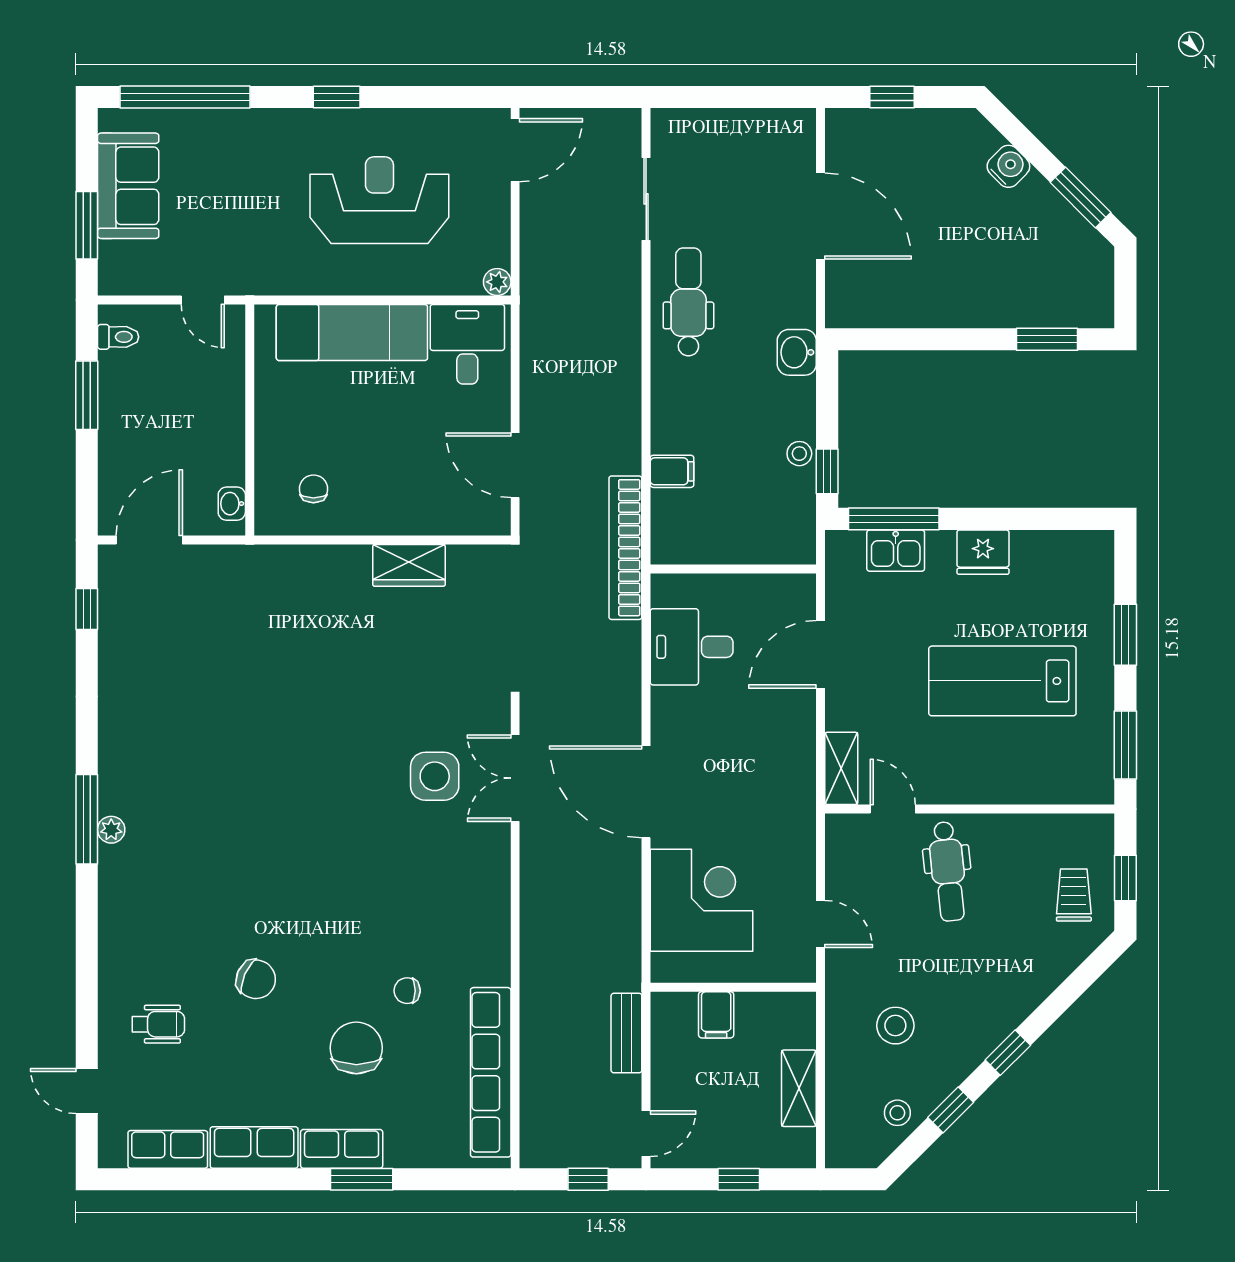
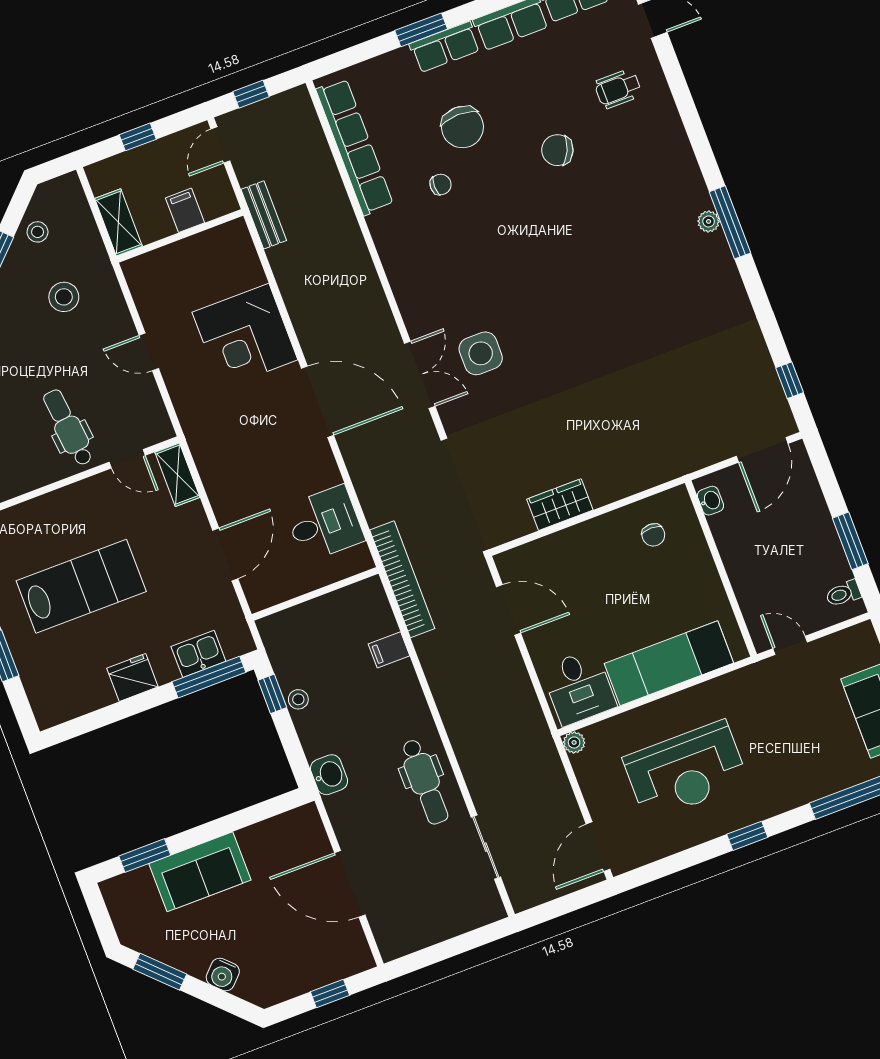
sofa: (990, 296) -> (200, 872), added
wall: (733, 987) -> (180, 236), moved
filing cabinet: (716, 1015) -> (185, 210), moved

